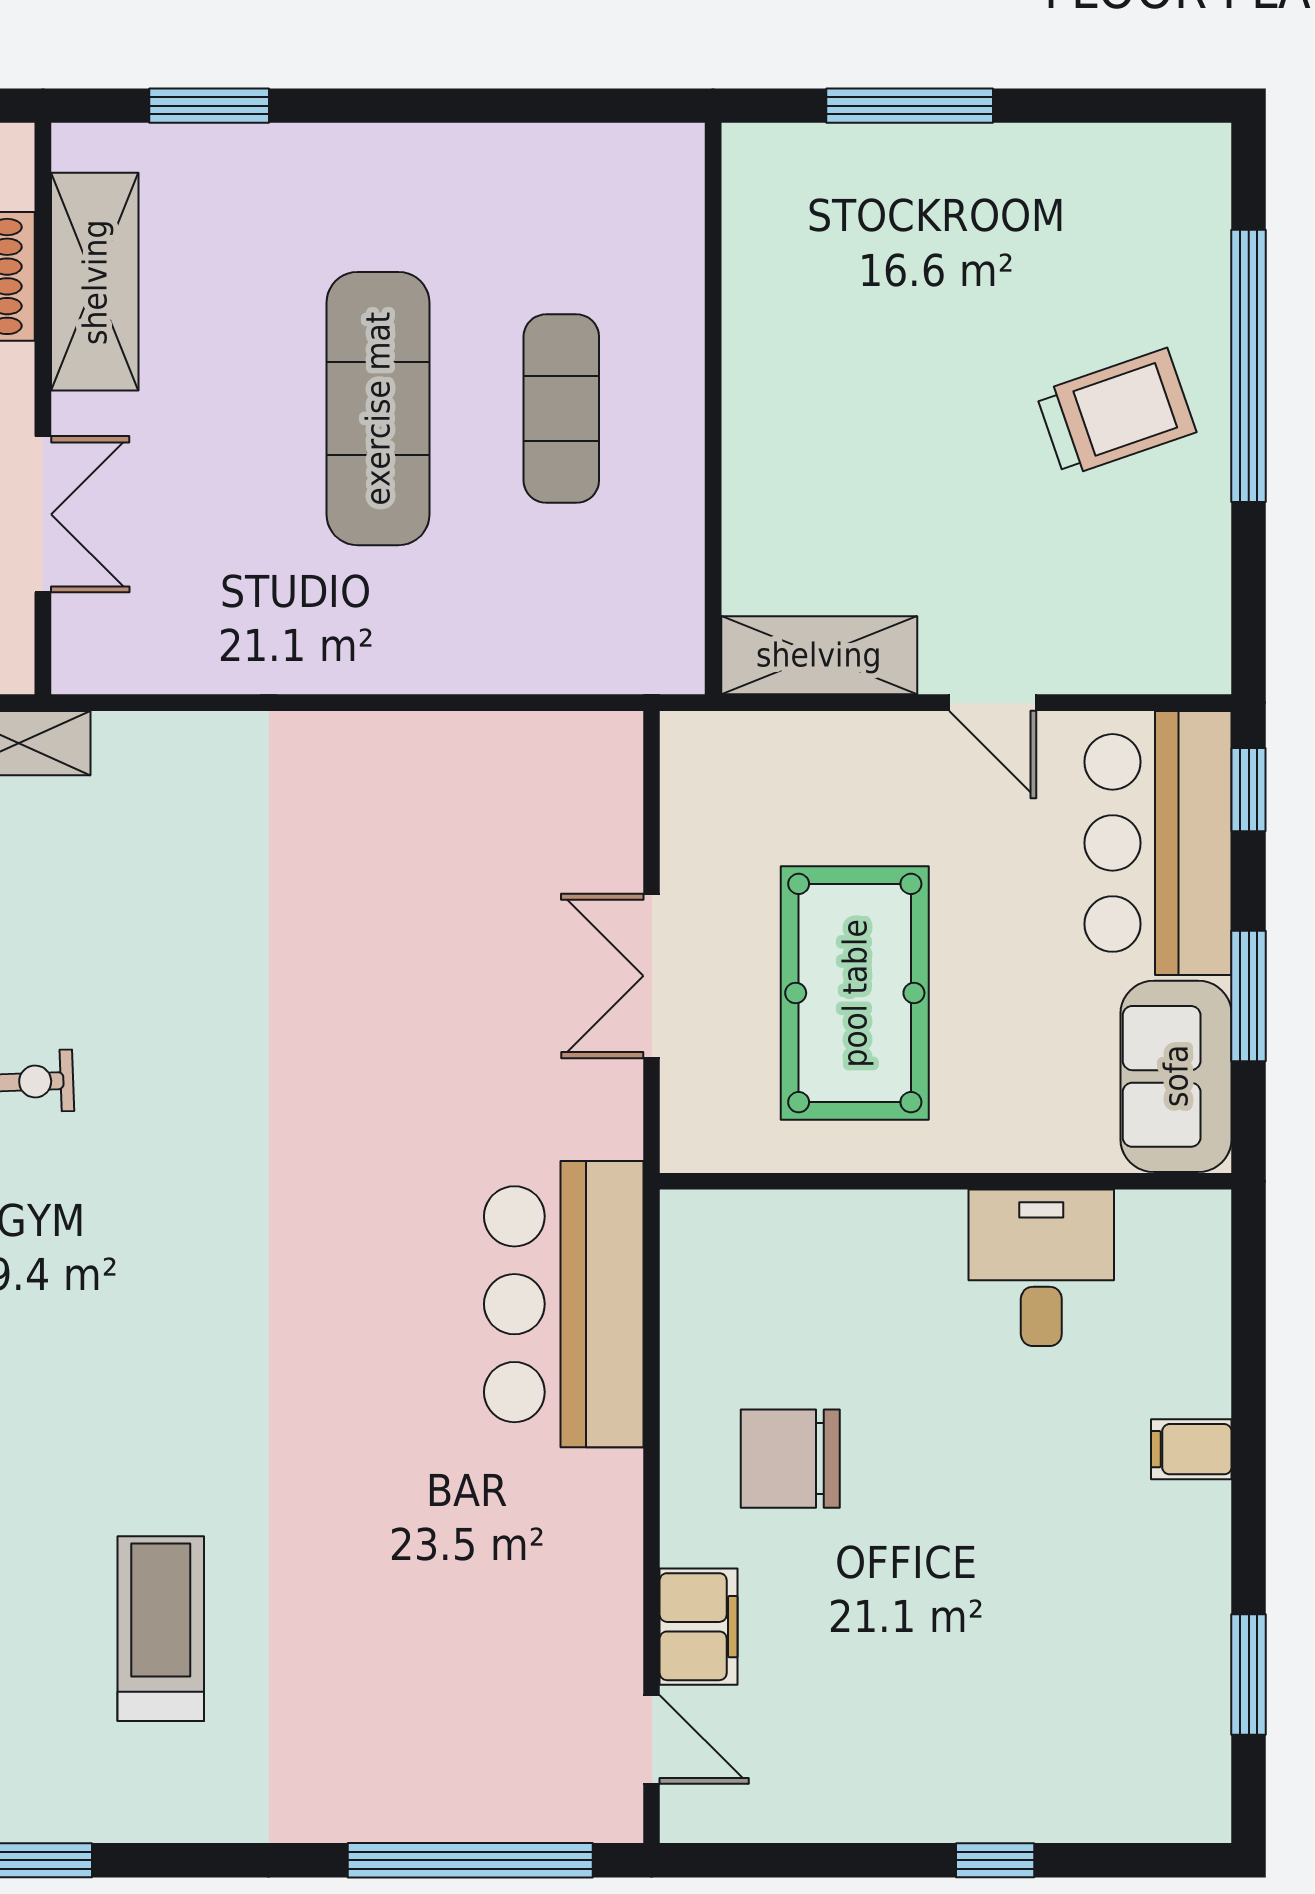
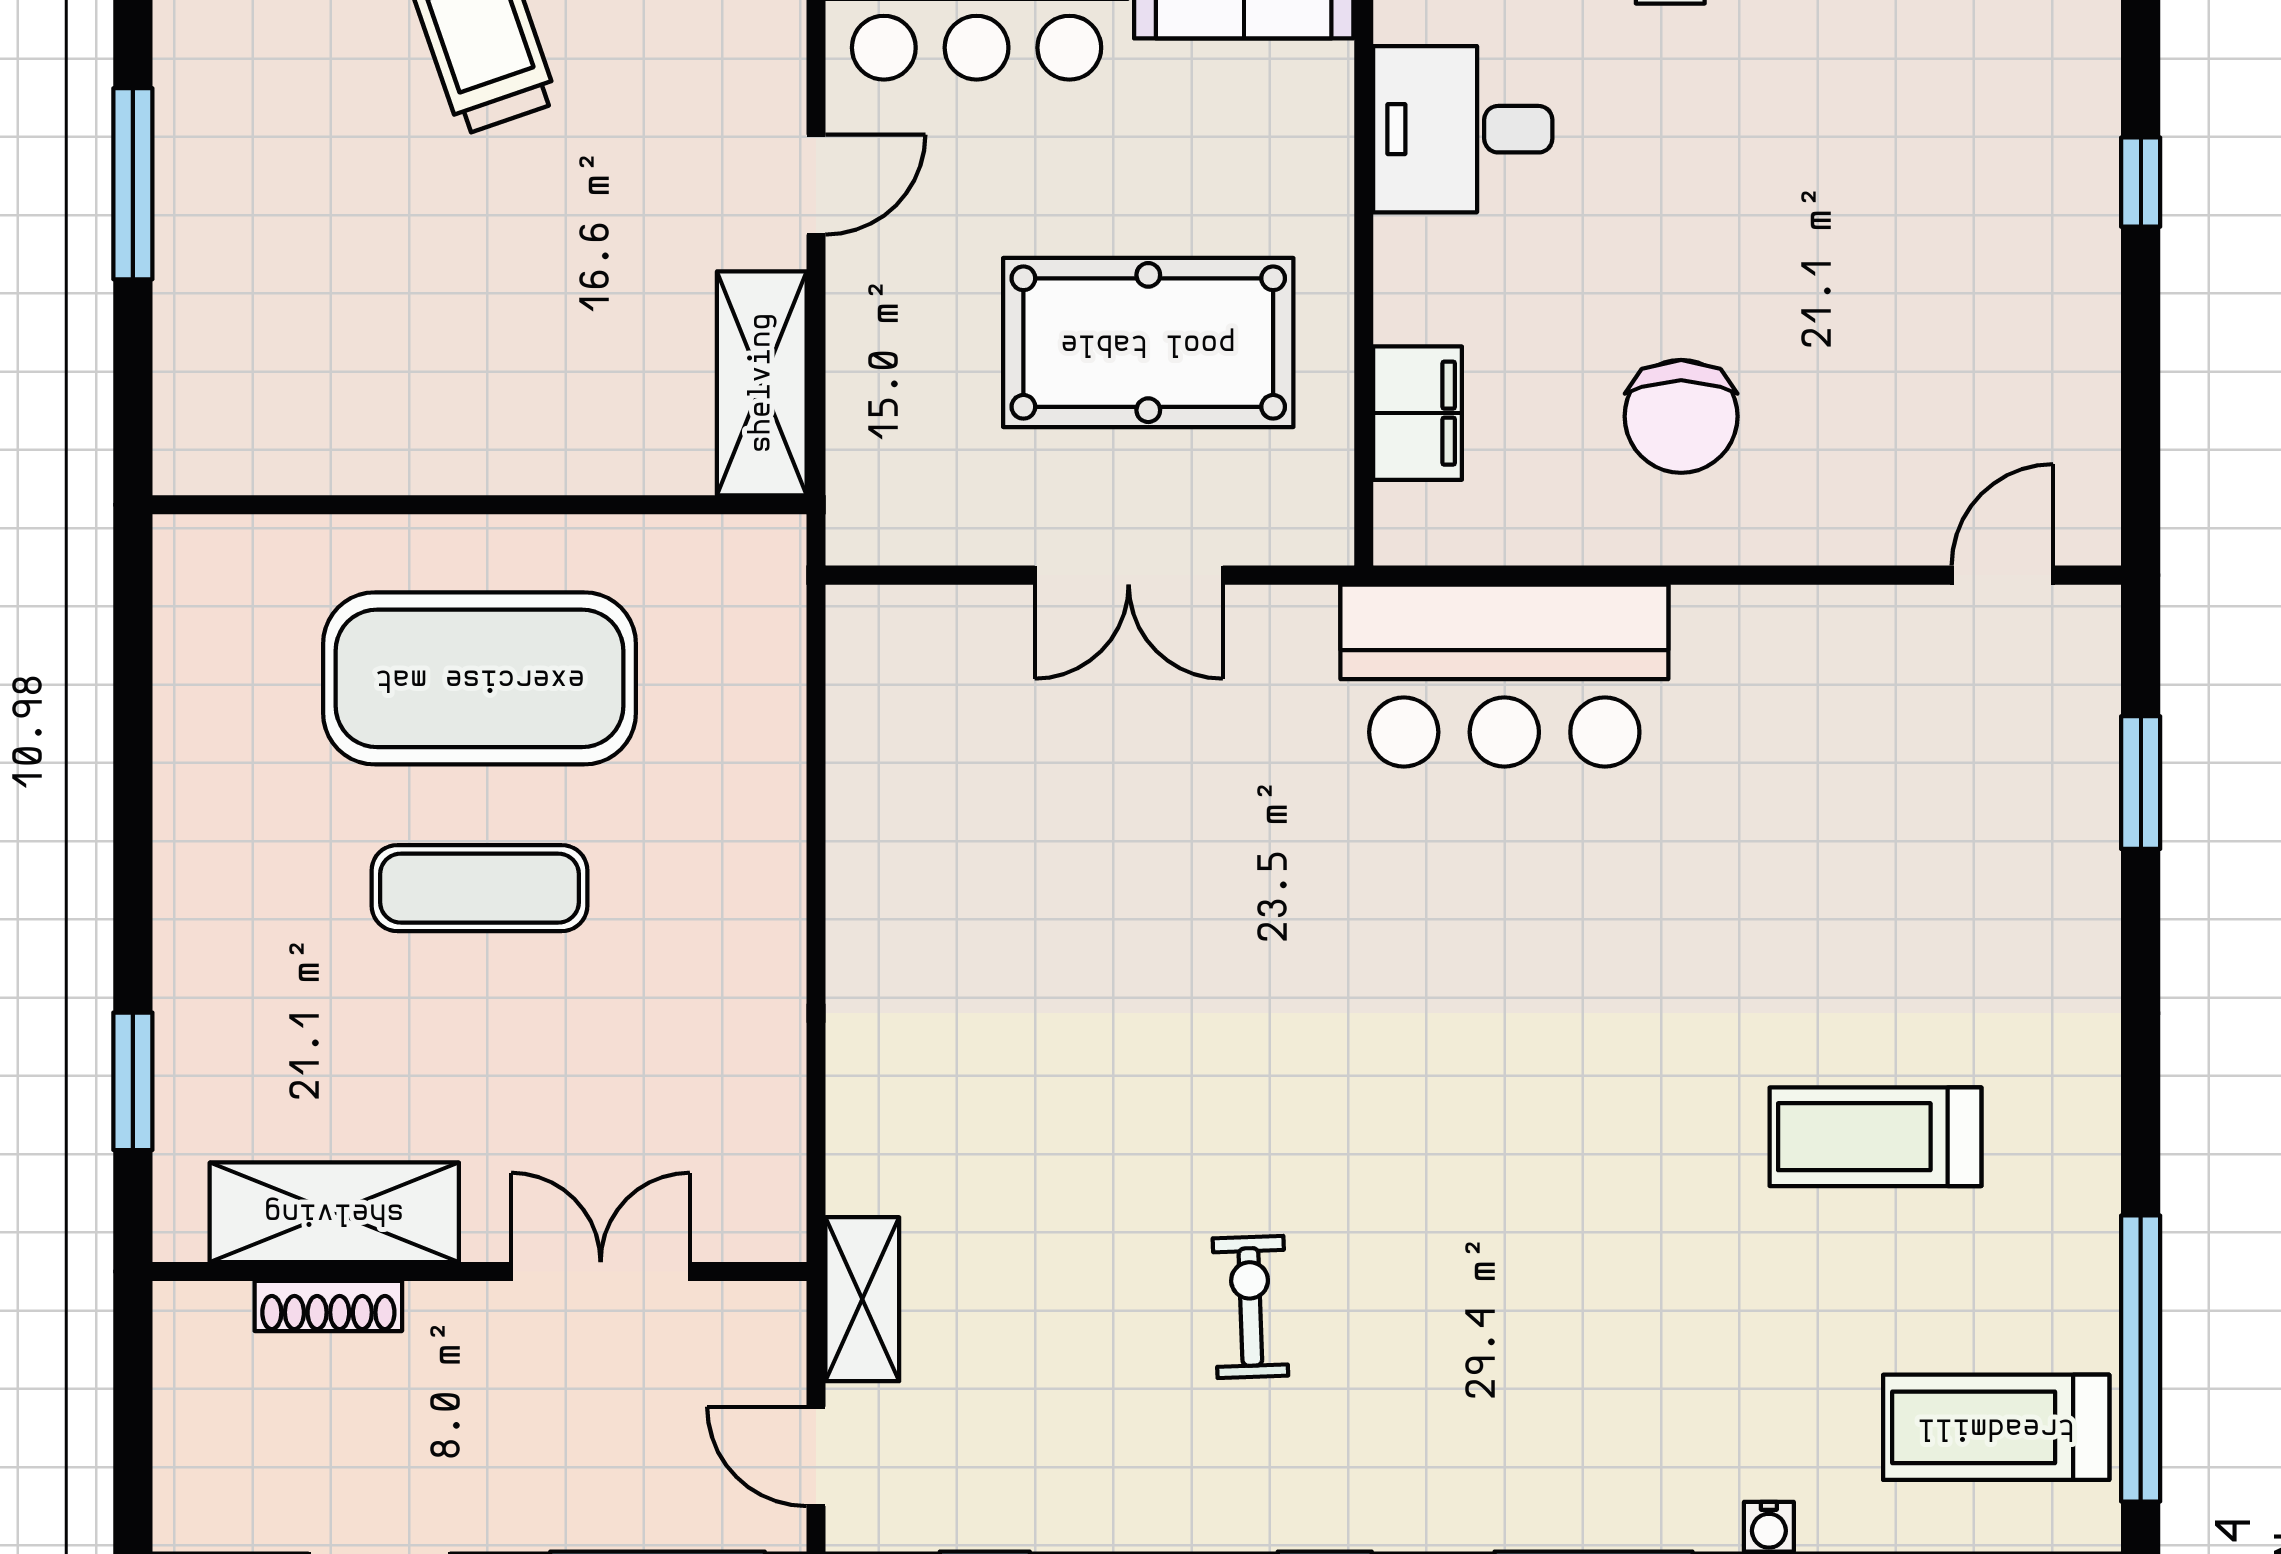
window: (910, 106) -> (133, 184), moved
exercise mat: (378, 409) -> (480, 888), width x0.73, depth x0.69
exercise mat: (561, 409) -> (480, 678), width x2.00, depth x1.45
filing cabinet: (699, 1627) -> (1418, 413), moved, turned 90
window: (470, 1860) -> (2141, 783), width x0.47

